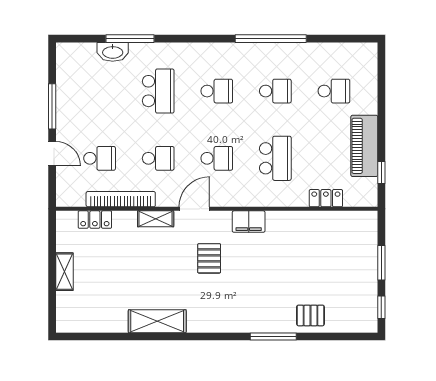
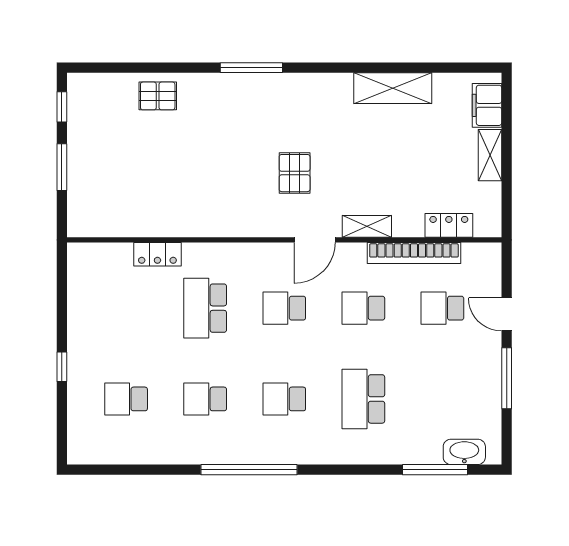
window: (130, 39) -> (435, 470), moved
window: (271, 39) -> (249, 470), moved
washbasin: (113, 52) -> (464, 452), moved
piano: (364, 146) -> (85, 325), removed
window: (381, 172) -> (62, 367), moved
locker: (326, 198) -> (157, 254), moved
filing cabinet: (249, 222) -> (487, 105), moved, turned -90
shelving: (157, 321) -> (393, 88), moved
window: (273, 336) -> (251, 68), moved

